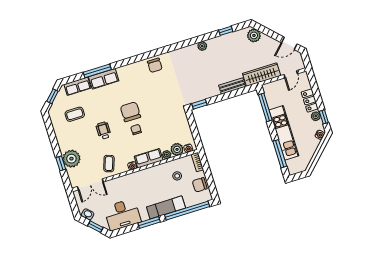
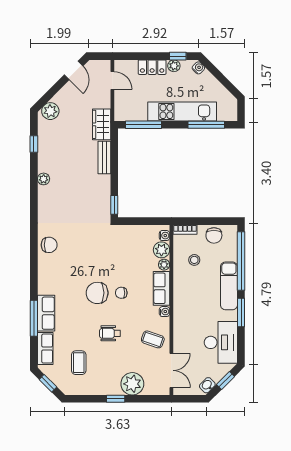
wardrobe: (262, 75) -> (102, 124), width x0.67
window: (61, 163) -> (116, 399), moved

